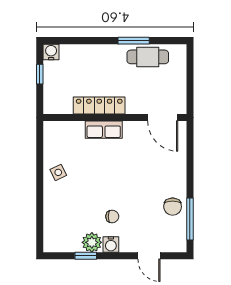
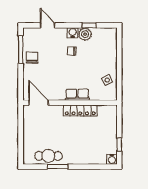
locker: (99, 105) -> (80, 111), moved
wall: (115, 117) -> (70, 103), moved
door: (163, 117) -> (39, 103), moved
row of seats: (104, 130) -> (77, 95), moved

